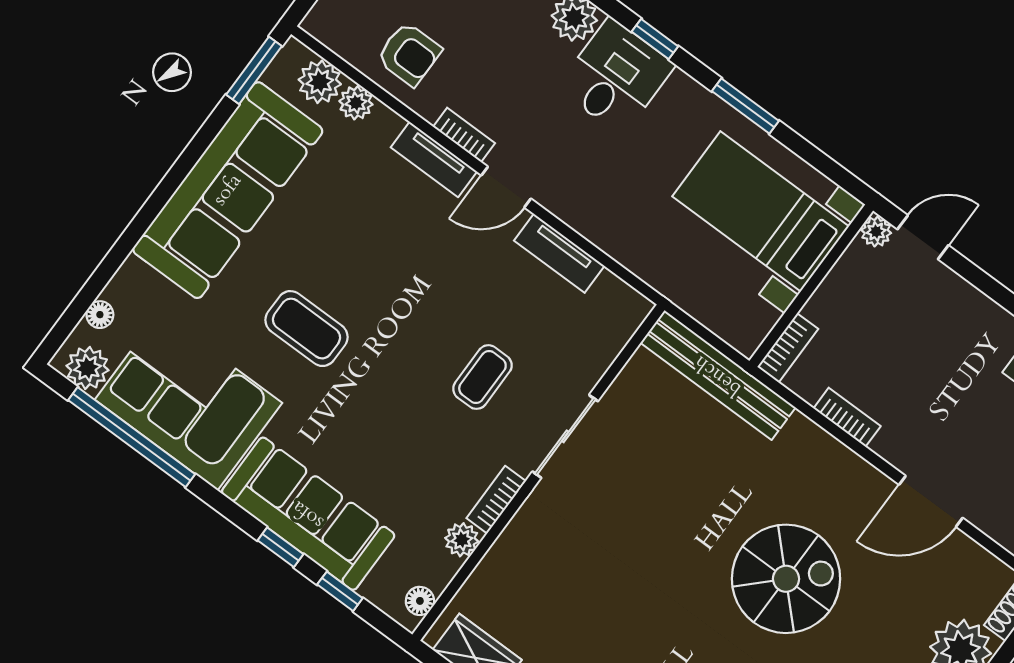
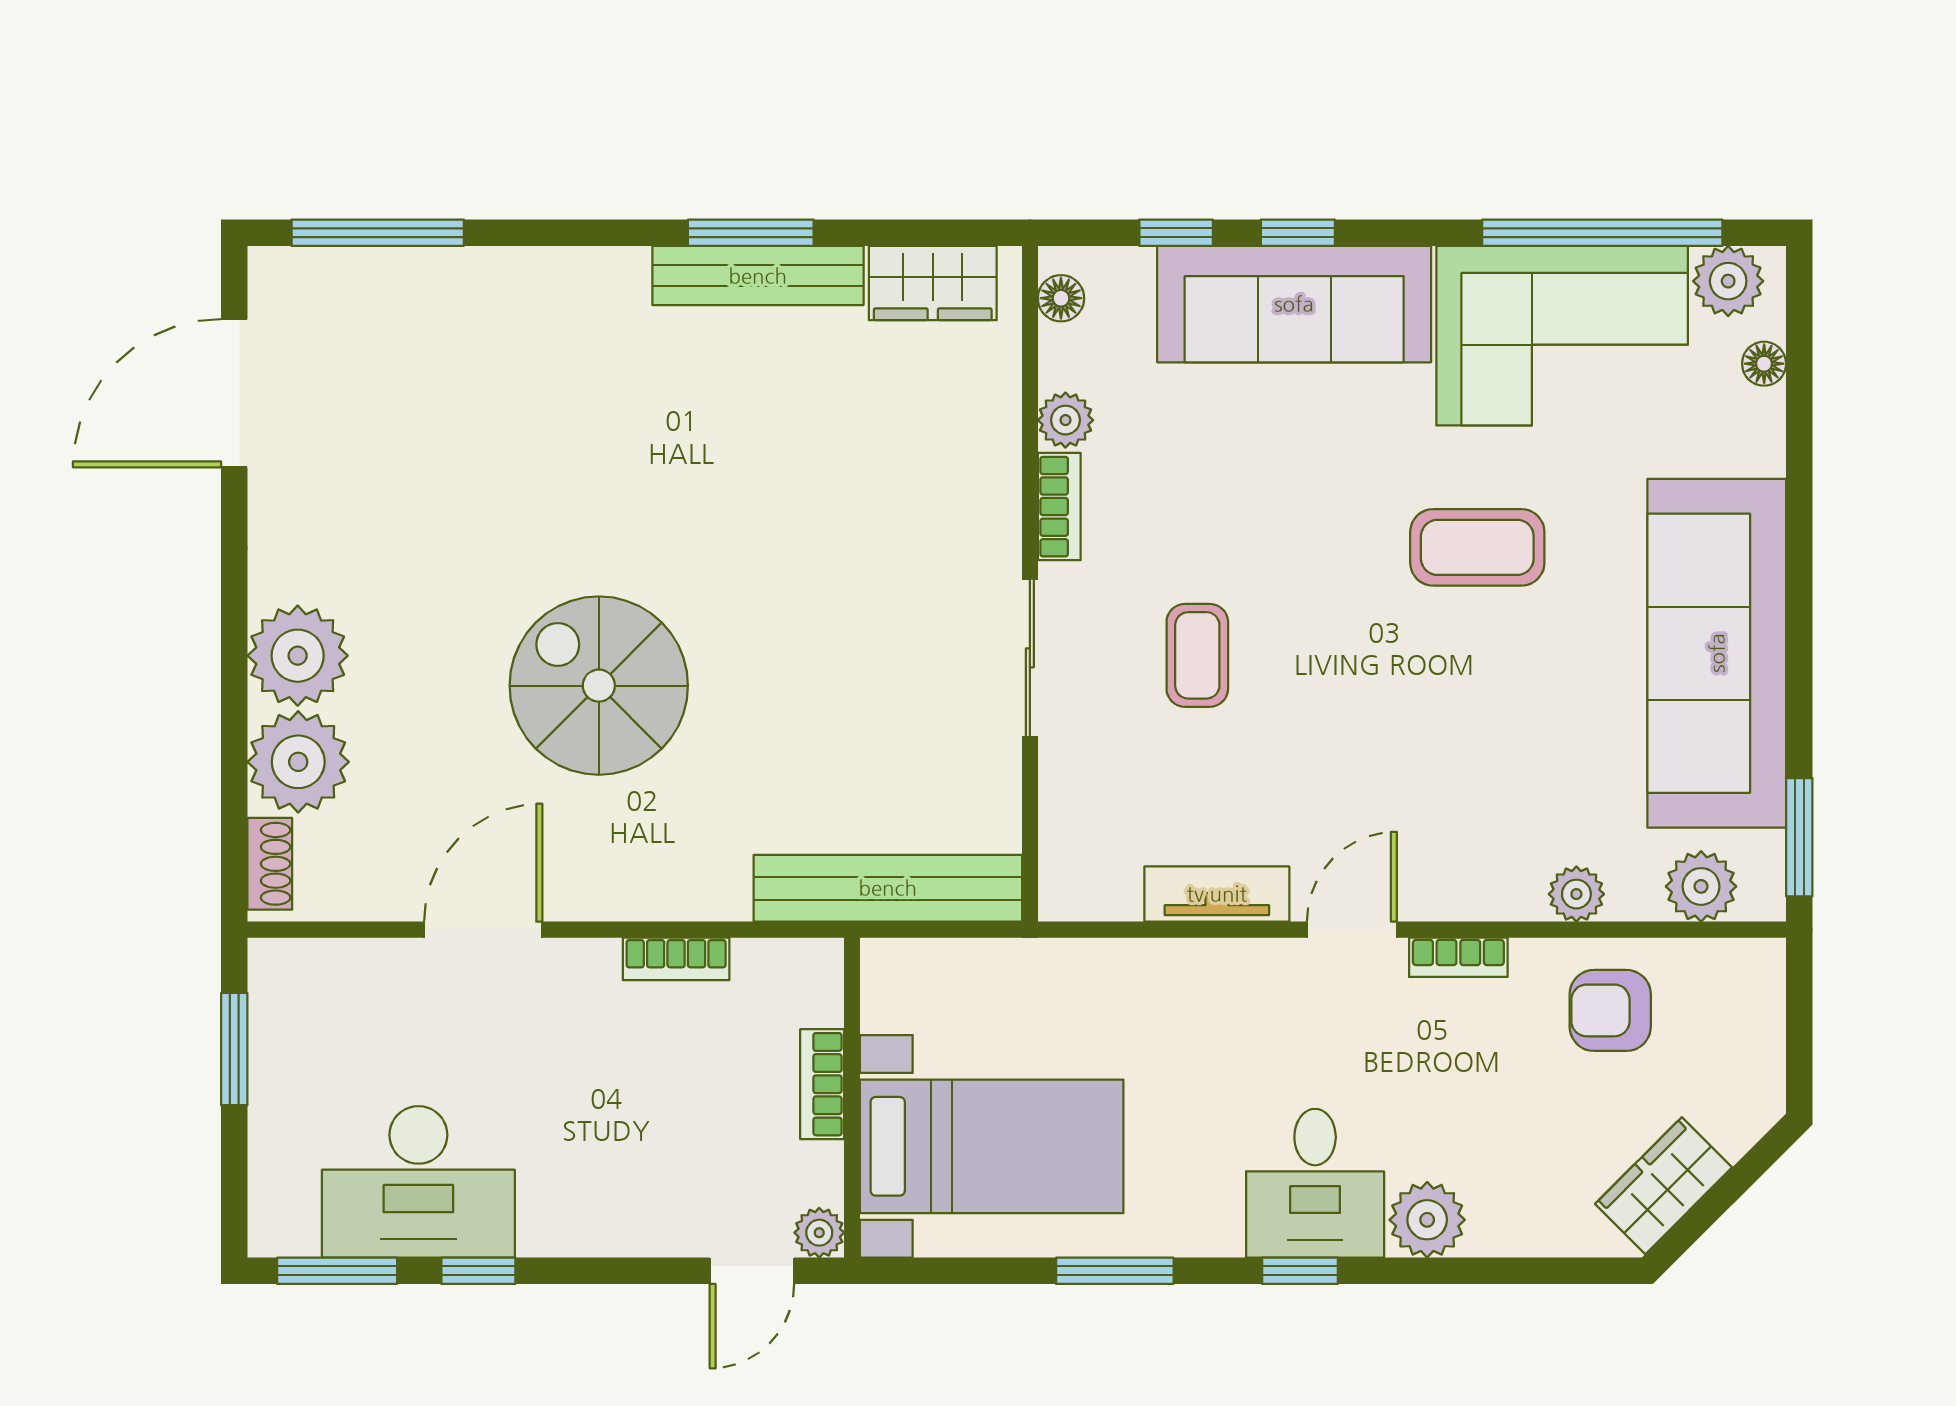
plant: (356, 103) -> (1576, 894), moved
tv unit: (434, 159) -> (1474, 895), removed
bookcase: (788, 348) -> (822, 1084), moved
spiral stairs: (786, 579) -> (599, 686), turned 90

